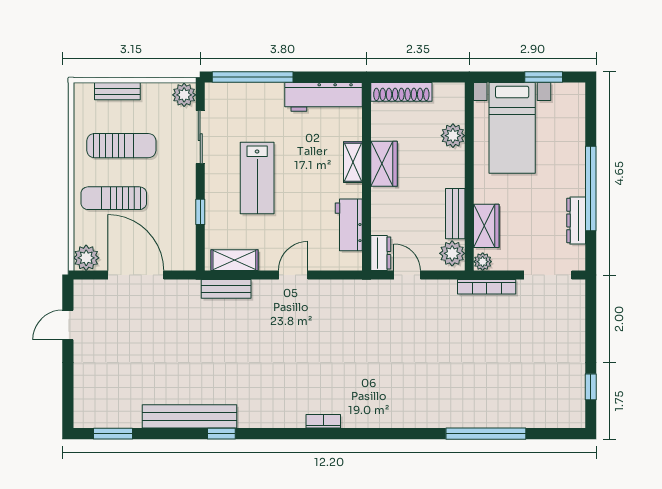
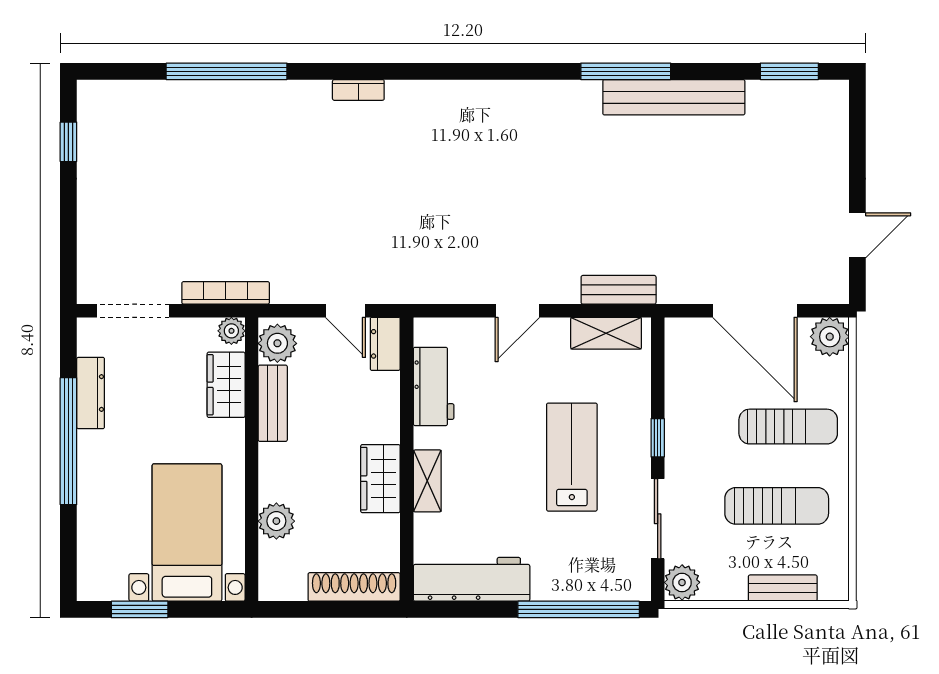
sun lounger: (121, 146) -> (777, 506), turned 180
window: (200, 212) -> (658, 438), moved
bookcase: (323, 421) -> (358, 90), moved
window: (221, 434) -> (626, 71), width x2.17

